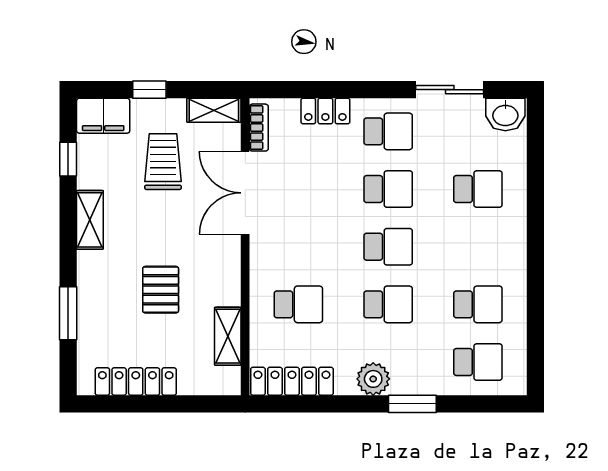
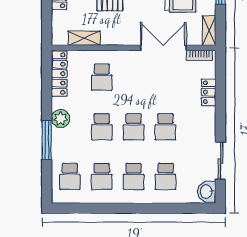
school desk: (388, 131) -> (134, 176), moved
window: (412, 404) -> (47, 140), width x1.44

